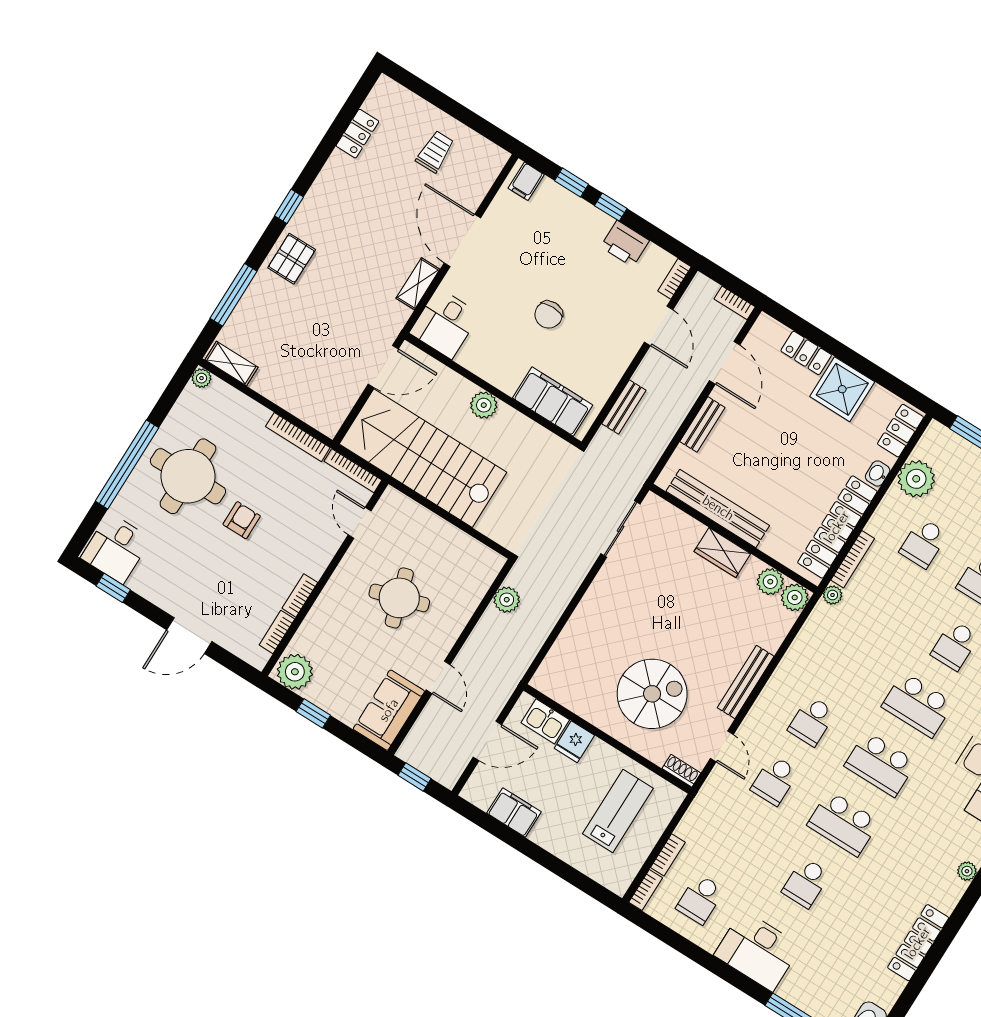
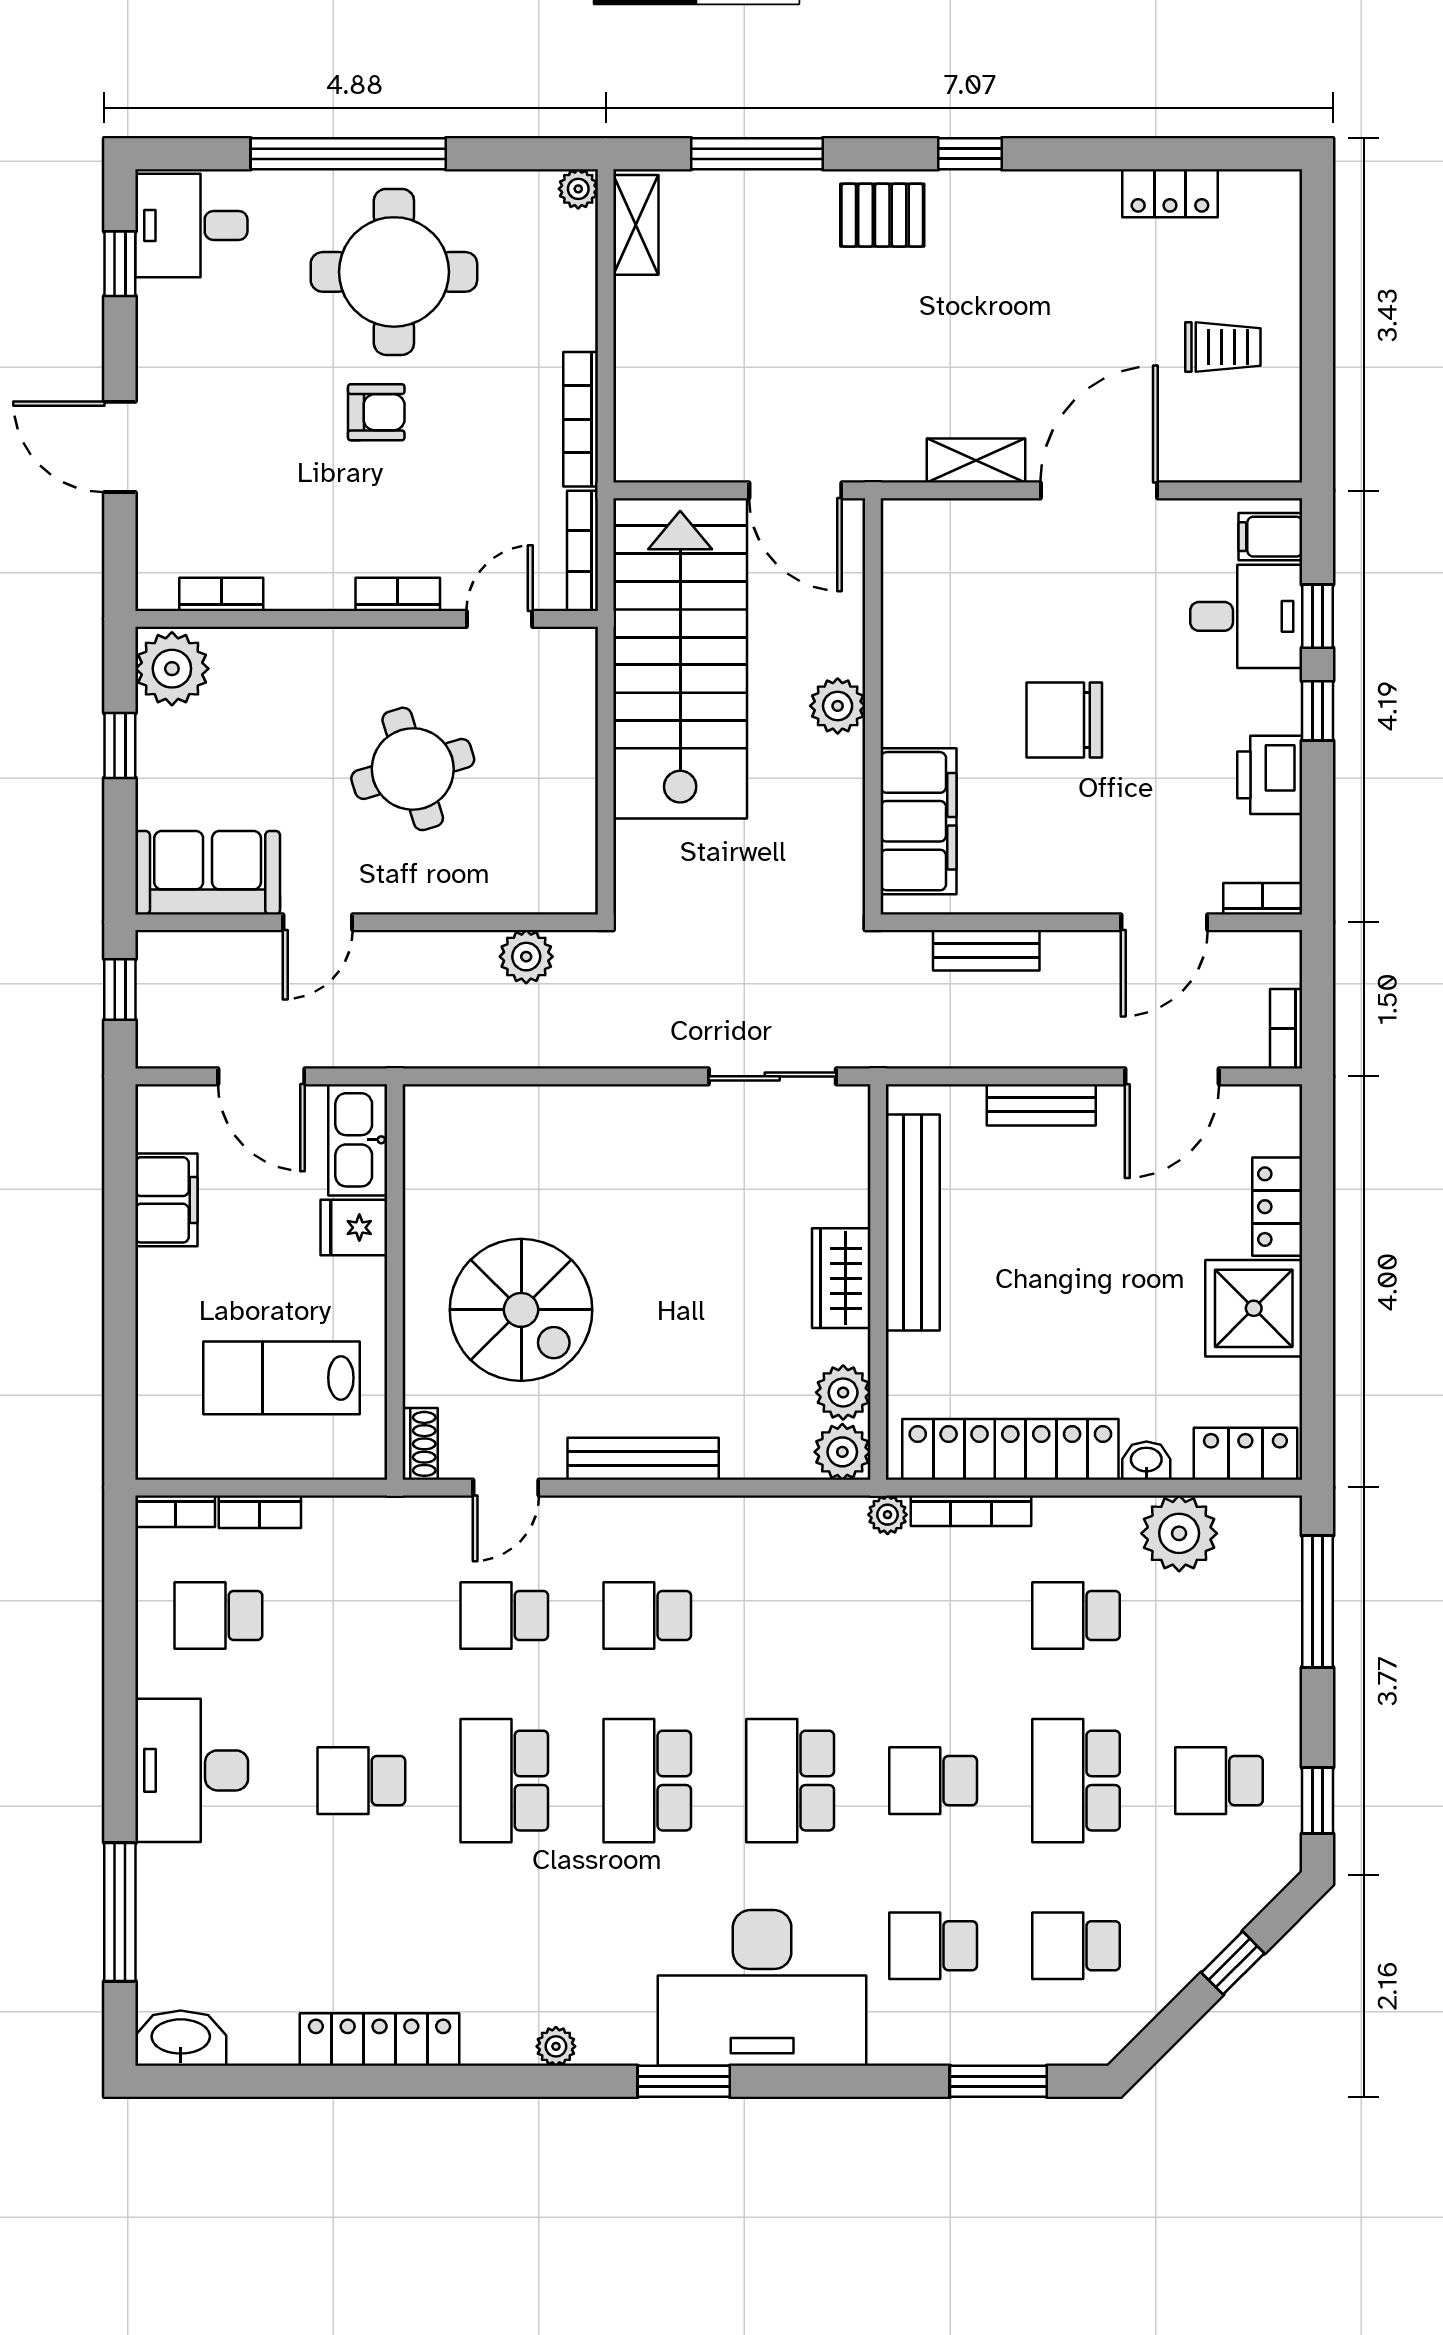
chair: (549, 315) -> (1064, 720), width x1.37, depth x1.37
desk: (445, 323) -> (1246, 616), moved, turned 180
bookcase: (300, 595) -> (398, 594), moved
kitchen sink: (545, 721) -> (358, 1140), width x1.38
lab bench: (618, 811) -> (282, 1378), turned 180

